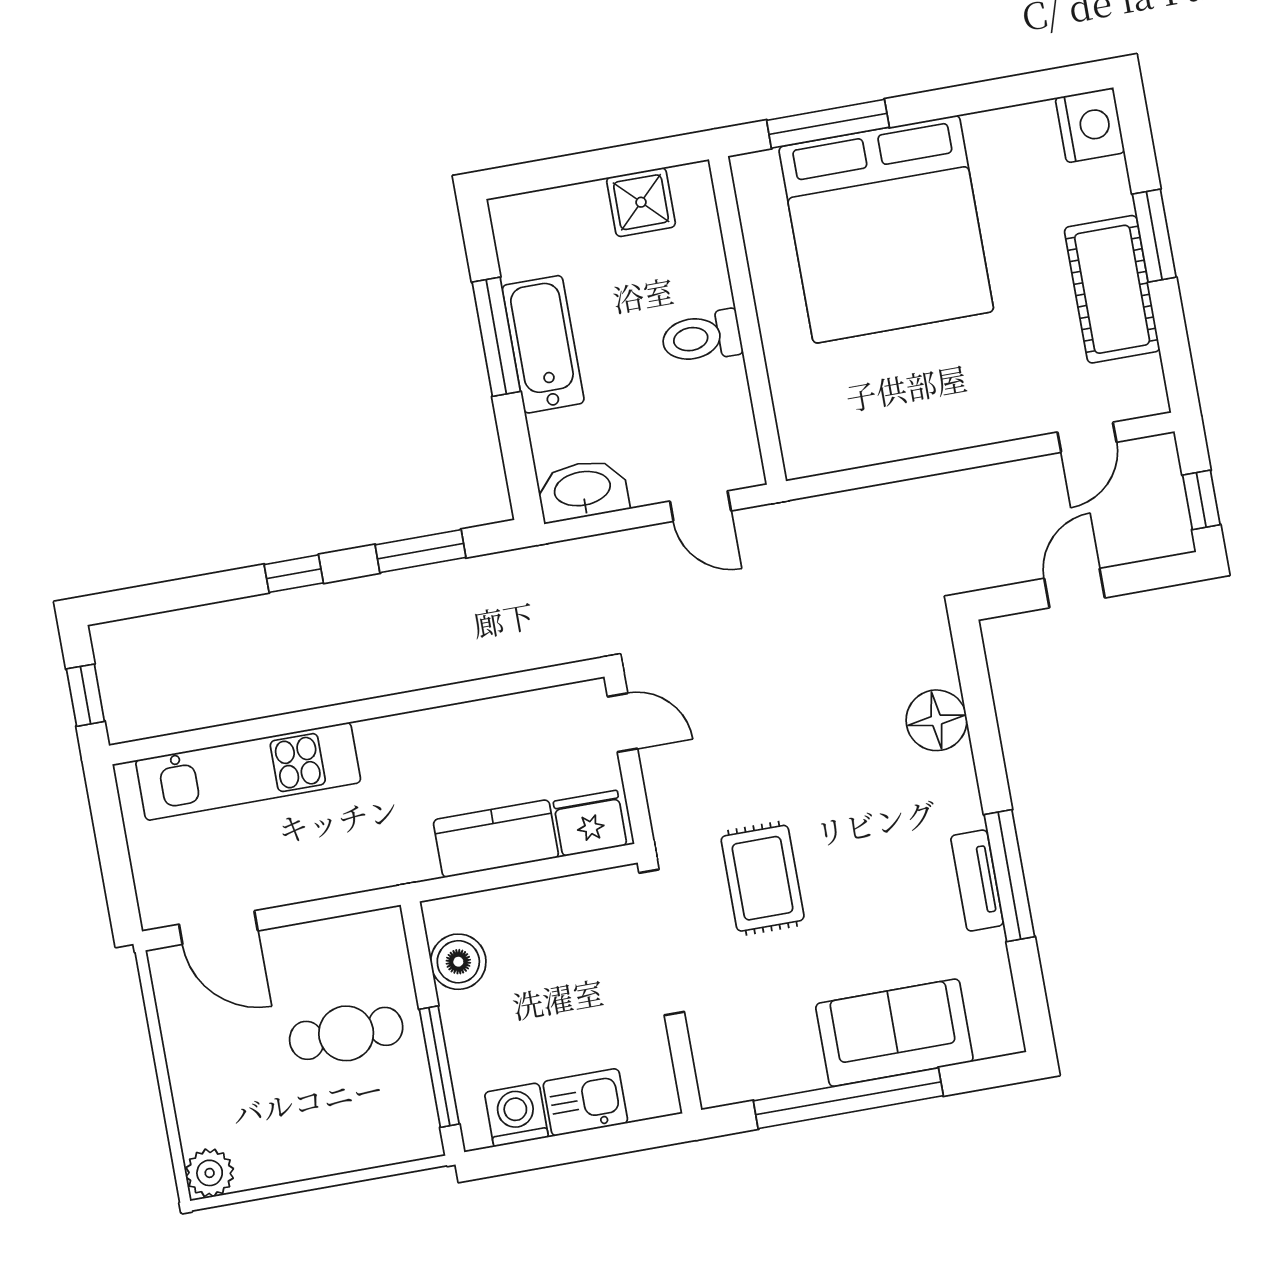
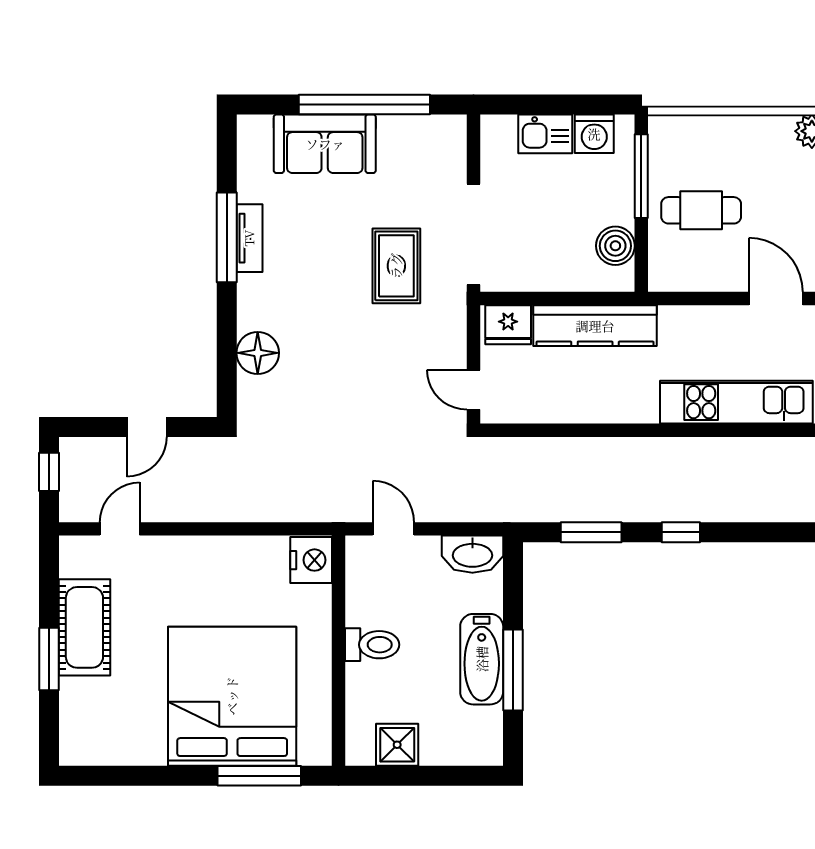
nightstand: (1090, 125) -> (311, 560), moved, turned 180
kitchen counter: (496, 839) -> (595, 326), width x1.50

